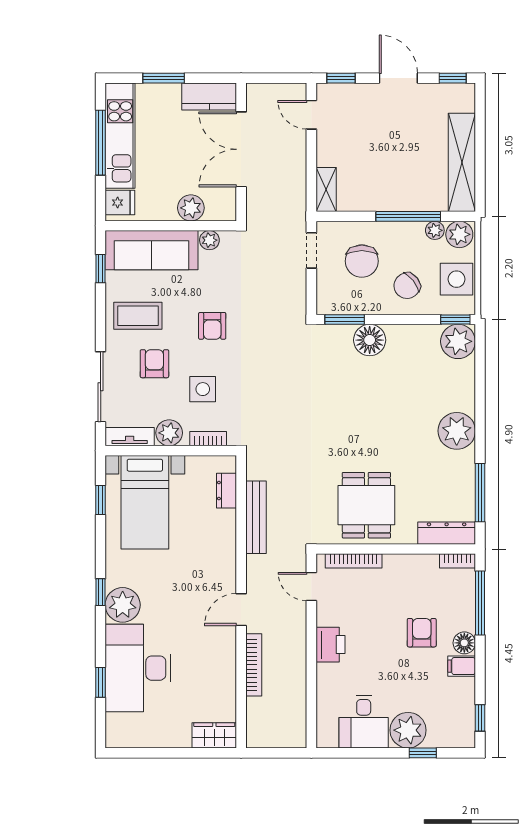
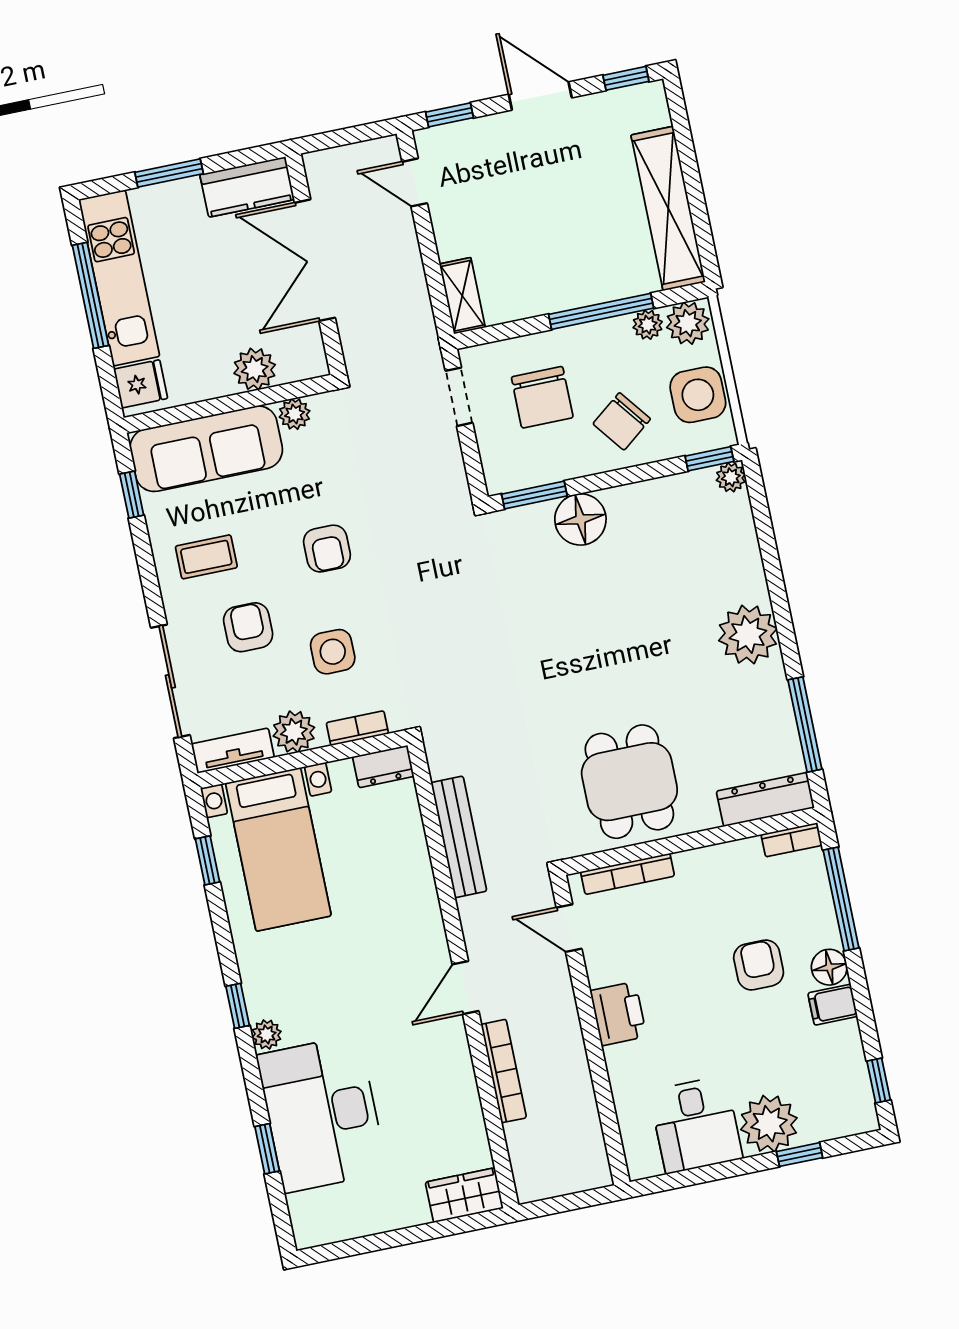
coffee table: (138, 316) -> (206, 557), width x0.73, depth x0.77
plant: (458, 341) -> (731, 477), width x0.53, depth x0.53
dresser: (227, 491) -> (383, 767), moved, turned -90
plant: (123, 605) -> (267, 1035), width x0.53, depth x0.53

